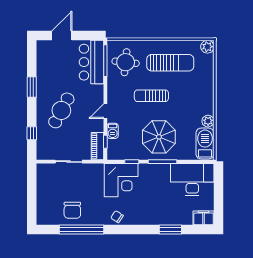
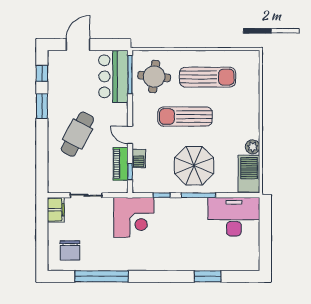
plant: (207, 47) -> (252, 58), removed
sun lounger: (151, 96) -> (185, 117), width x1.36, depth x1.34
door: (105, 111) -> (130, 135), hinge flipped
window: (32, 133) -> (42, 73), moved
piano: (97, 146) -> (121, 164), moved
corner desk: (121, 180) -> (134, 217), moved
chair: (72, 210) -> (70, 250), moved
chair: (117, 217) -> (144, 261), removed
filing cabinet: (203, 218) -> (56, 210), moved, turned 90

